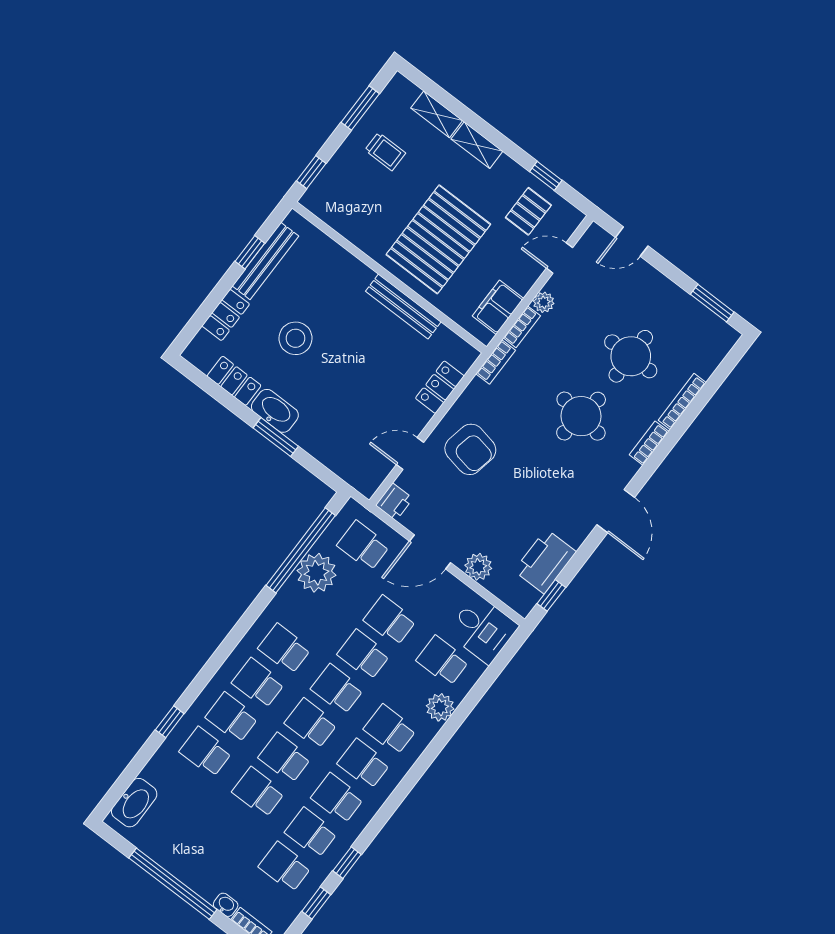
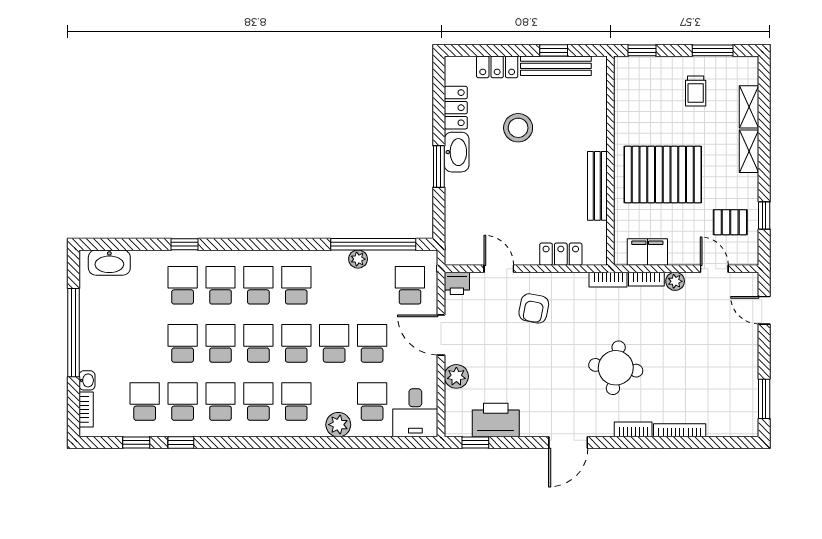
round table: (631, 356) -> (684, 371), removed
armchair: (470, 449) -> (534, 308), width x0.72, depth x0.72
plant: (316, 573) -> (358, 259), width x0.53, depth x0.53

